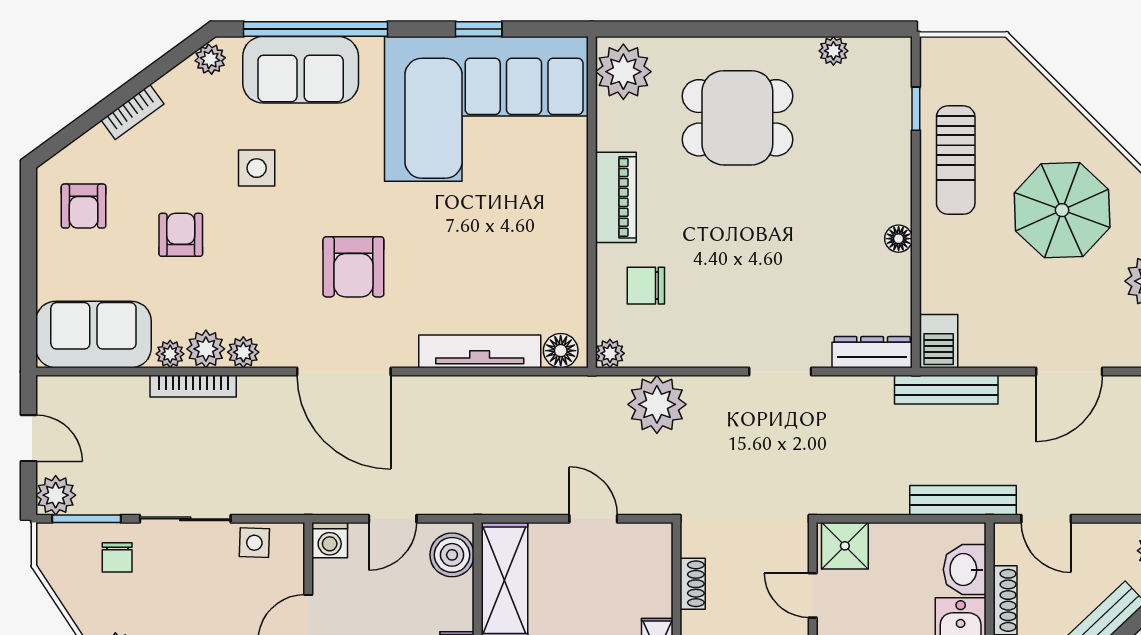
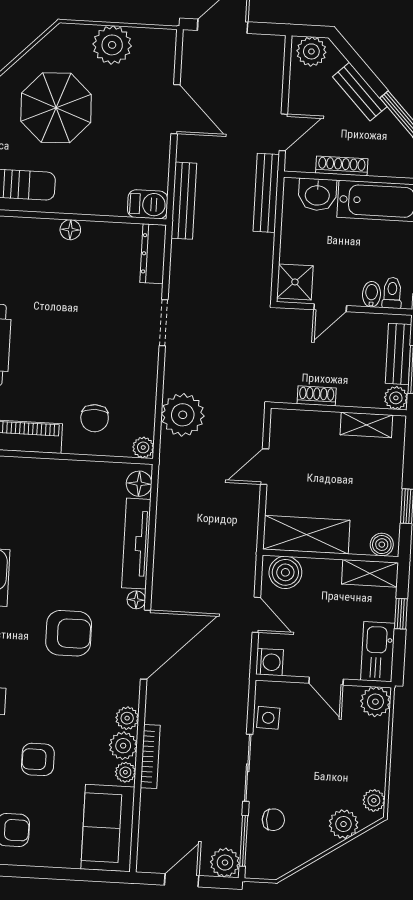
floor lamp: (404, 356) -> (136, 600), added

